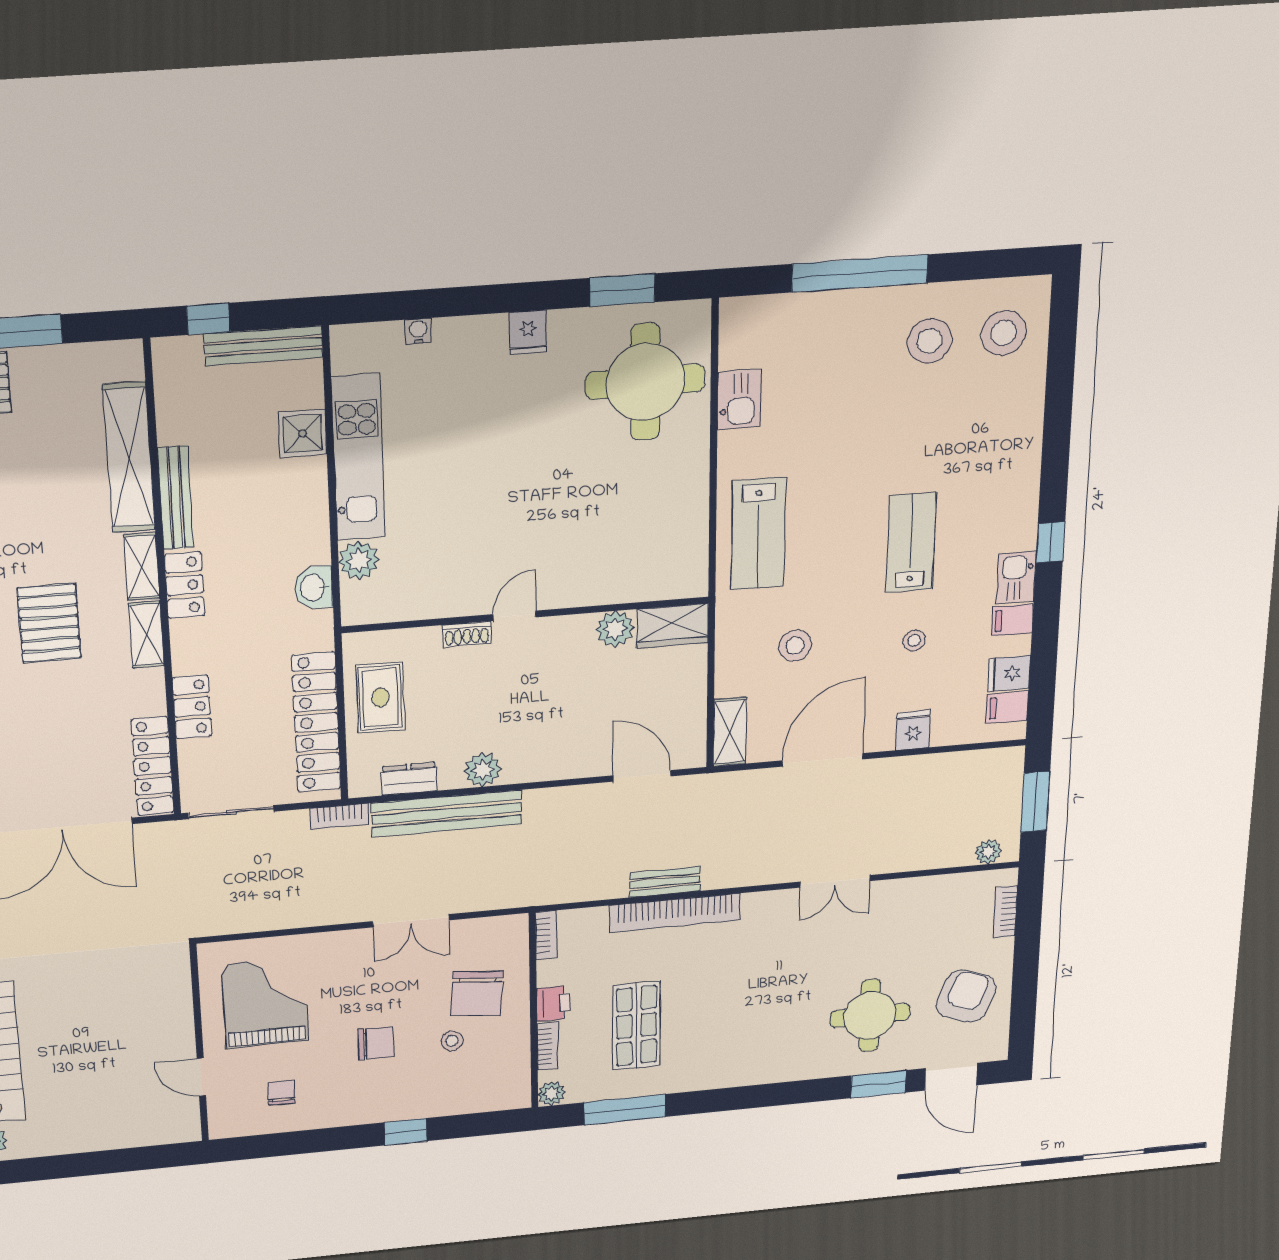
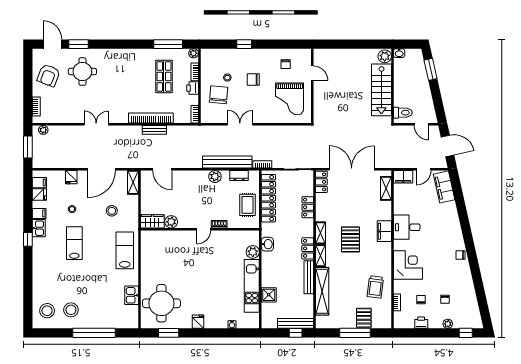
bench: (264, 346) -> (296, 323), moved
lab bench: (911, 543) -> (74, 243), turned 180
locker: (153, 766) -> (321, 182), width x0.66

